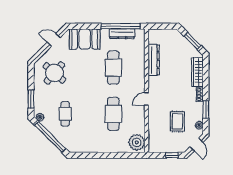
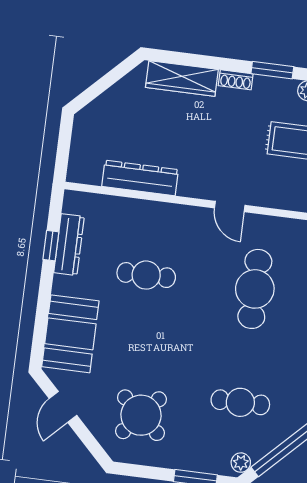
window: (121, 26) -> (51, 246), width x0.32
window: (193, 41) -> (107, 81), removed
cafe table: (113, 68) -> (146, 275), width x0.73, depth x0.74
cafe table: (113, 114) -> (255, 289), turned 90

